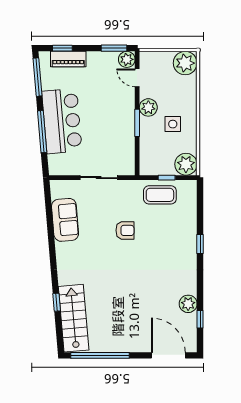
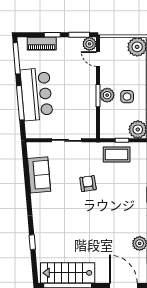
window: (62, 48) -> (52, 35), moved
plant: (148, 107) -> (107, 95), moved
armchair: (125, 230) -> (88, 184), turned -98
stairs: (74, 318) -> (68, 273), moved, turned -85

